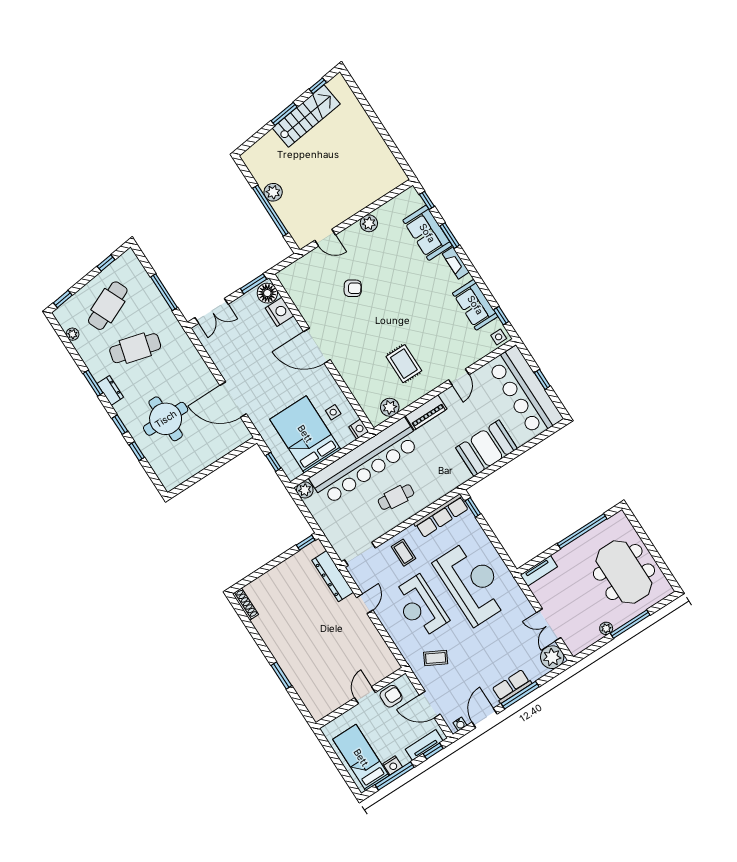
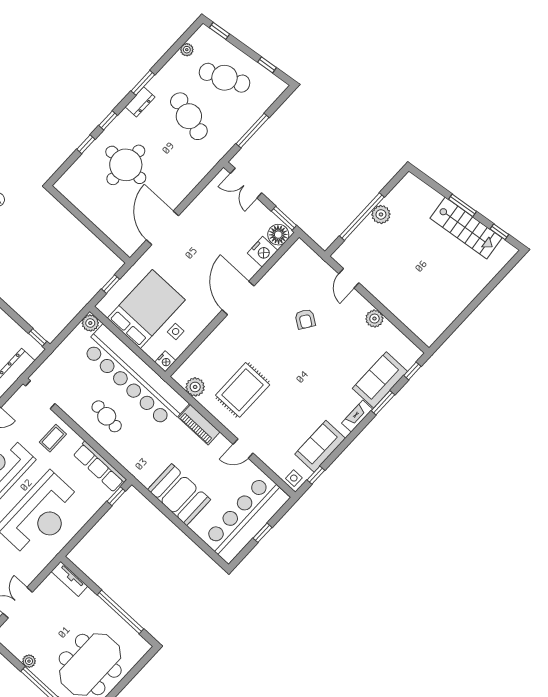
rug: (404, 364) -> (243, 390), width x1.36, depth x1.43

